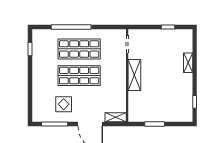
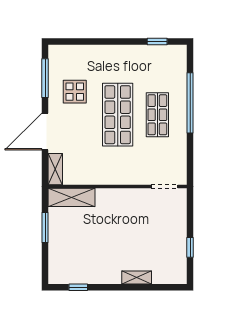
shop shelf: (79, 49) -> (157, 115), width x0.70, depth x0.74
shelving: (134, 75) -> (72, 197), moved

